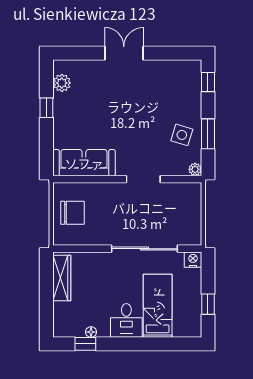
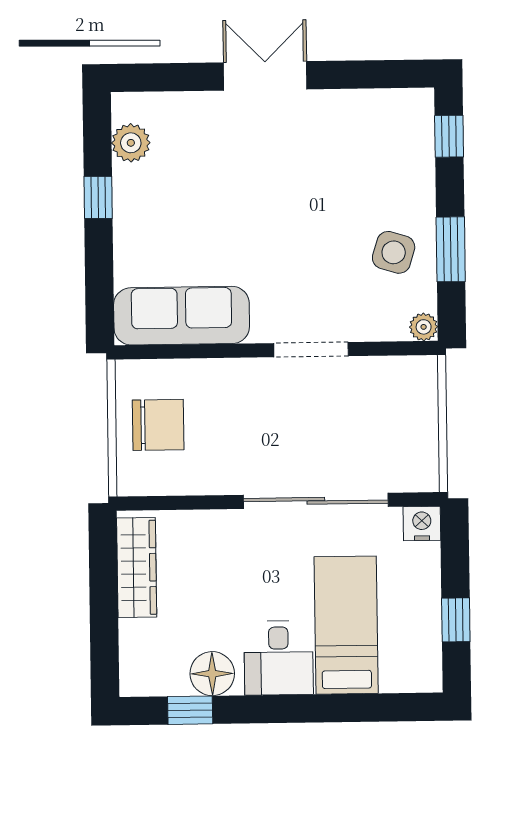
floor lamp: (91, 332) -> (212, 674), width x1.89, depth x1.89

